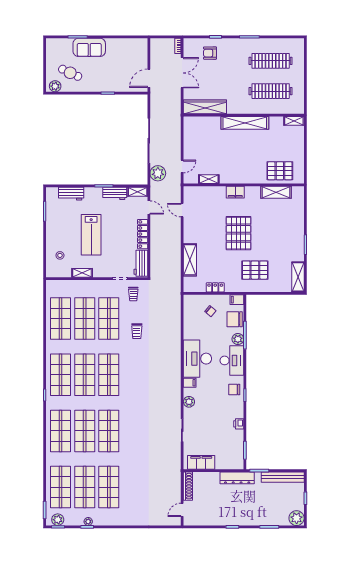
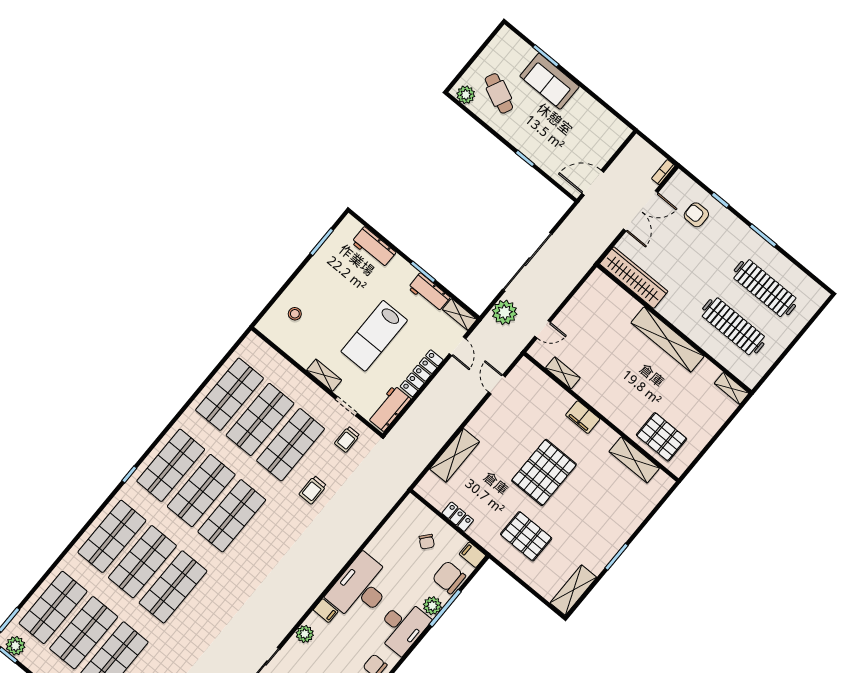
lab bench: (91, 235) -> (374, 336), moved
shelving: (82, 273) -> (324, 375), moved

